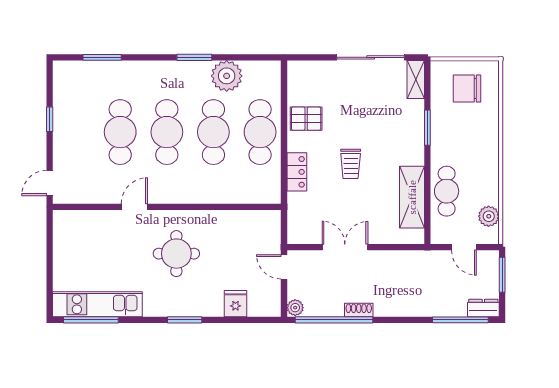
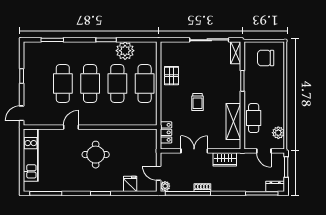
pallet: (306, 119) -> (171, 76), turned 90
locker: (297, 172) -> (166, 132), moved
wardrobe: (397, 262) -> (225, 159), added
door: (284, 267) -> (159, 173), moved
kitchen unit: (97, 304) -> (31, 155), moved, turned 90

